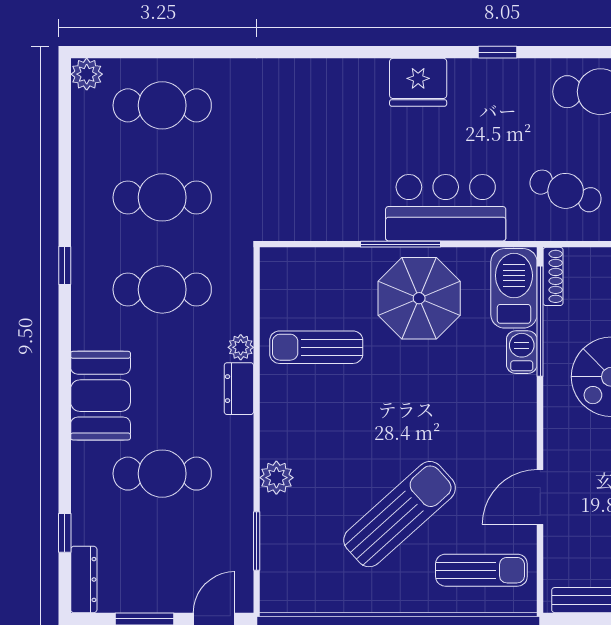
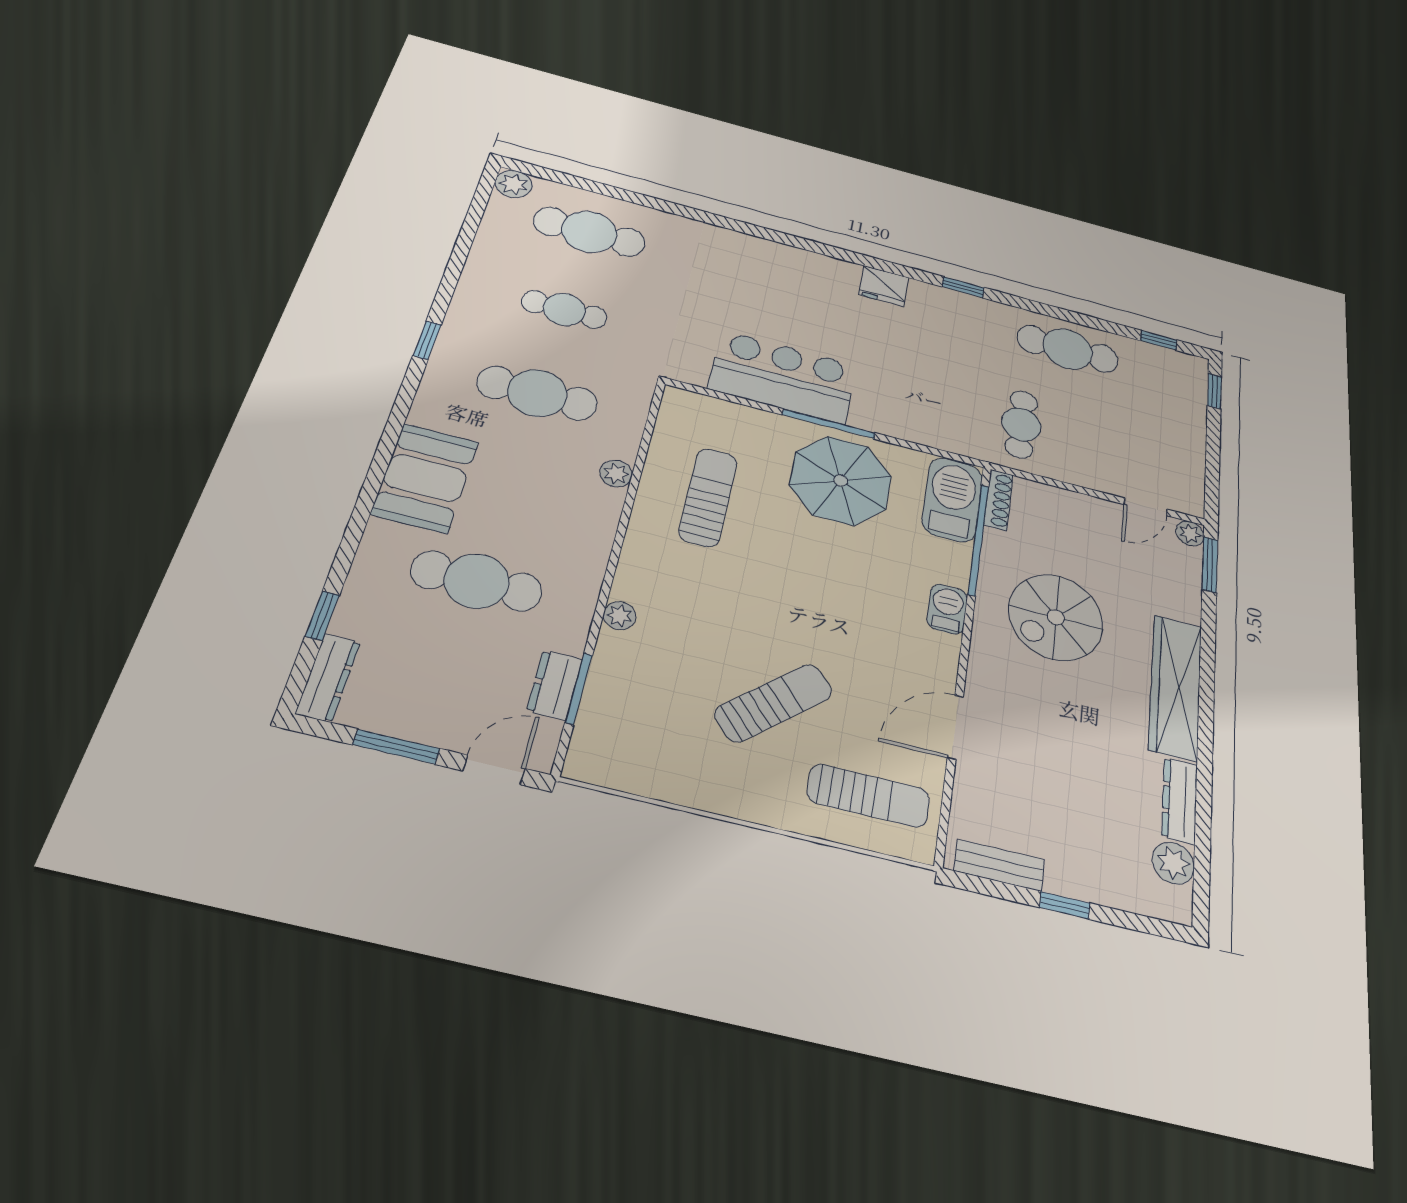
fridge: (418, 82) -> (884, 286), width x0.73, depth x0.75
cafe table: (566, 191) -> (1021, 424), turned 70
cafe table: (162, 197) -> (564, 309), width x0.73, depth x0.74
bar counter: (446, 208) -> (783, 377), moved
sun lounger: (316, 347) -> (708, 497), turned 90
barbecue: (522, 352) -> (947, 609), moved
dresser: (239, 389) -> (555, 685), moved
plant: (276, 478) -> (620, 616), width x0.73, depth x0.73
sun lounger: (400, 514) -> (774, 703), width x0.73, depth x0.75

